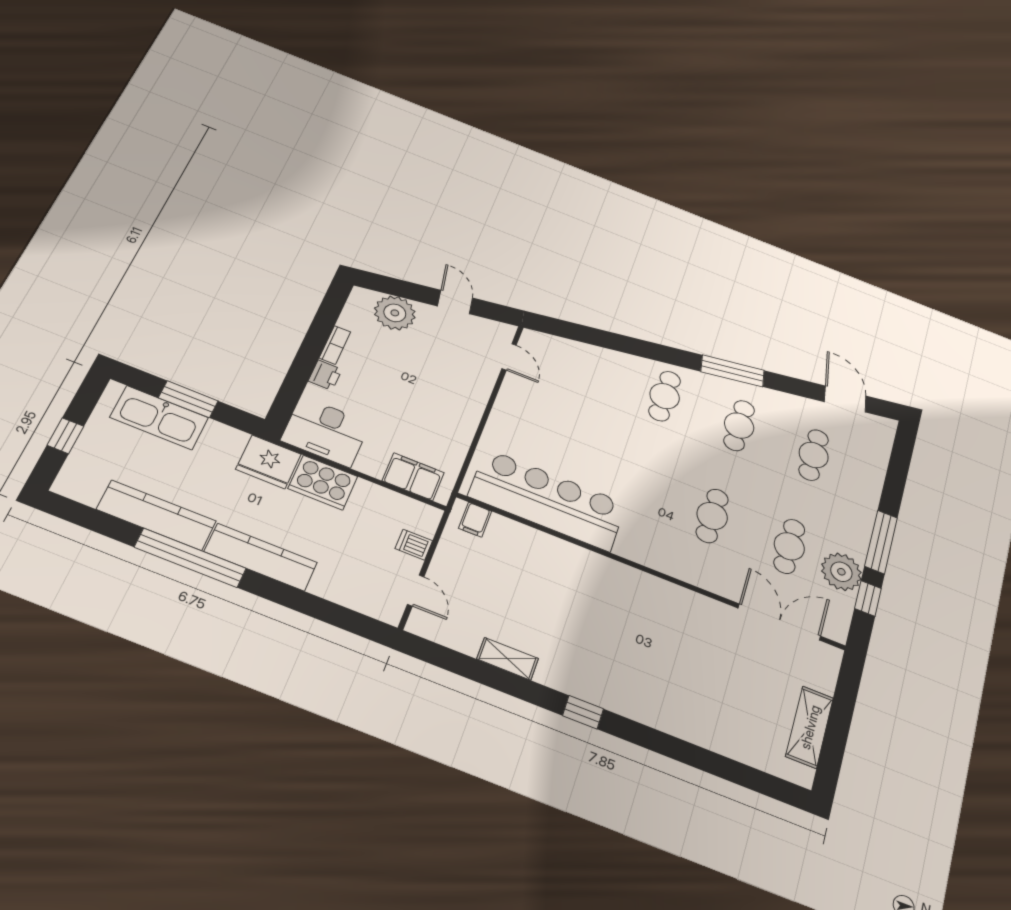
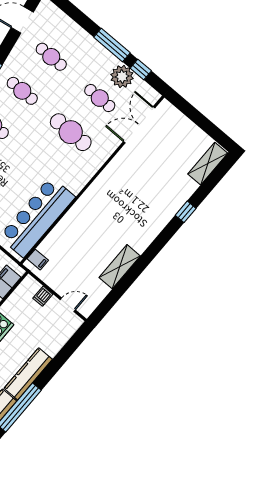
cafe table: (712, 516) -> (71, 132), width x1.37, depth x1.35
shelving: (508, 659) -> (120, 267), width x1.50, depth x1.33
window: (583, 712) -> (186, 212), moved
shelving: (810, 727) -> (208, 164), moved, turned 90

